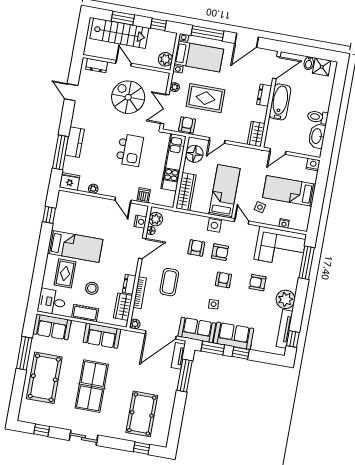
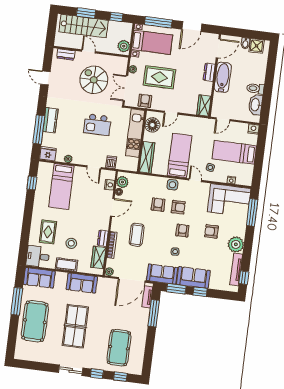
kitchen island: (130, 150) -> (97, 125), turned 90
bed: (75, 246) -> (61, 186), moved, turned 90
window: (42, 430) -> (97, 374), moved

